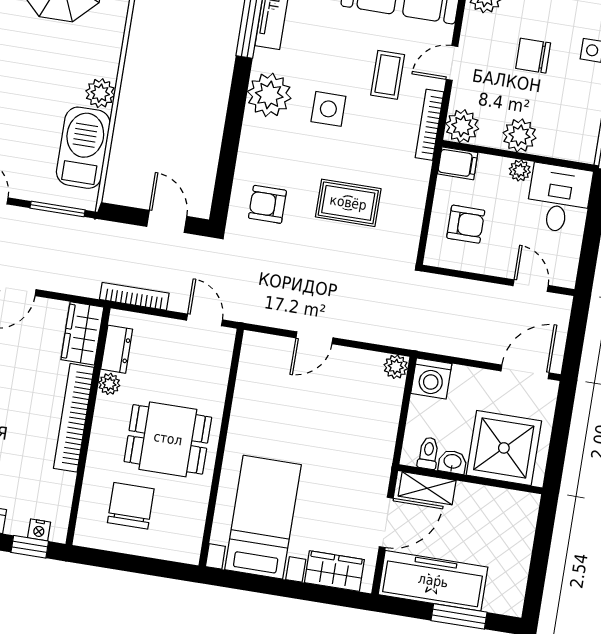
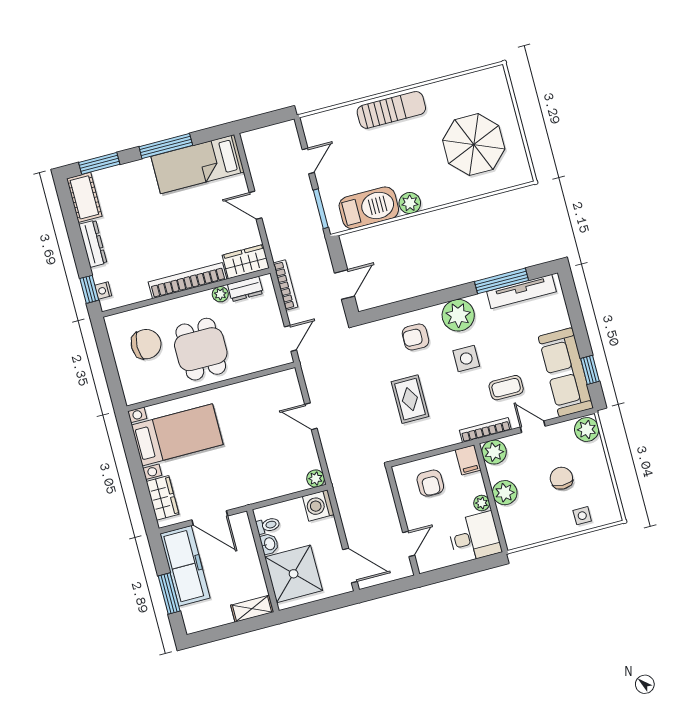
armchair: (267, 204) -> (415, 337), moved, turned -89
shelving: (427, 488) -> (252, 609), moved, turned 90

